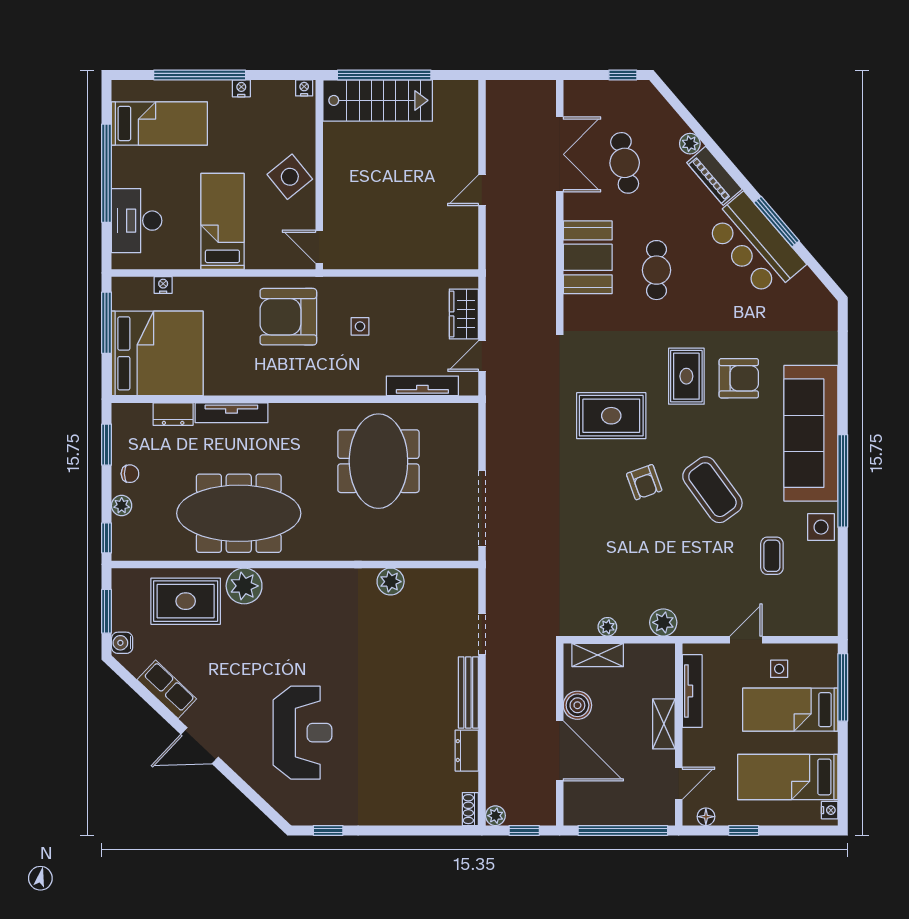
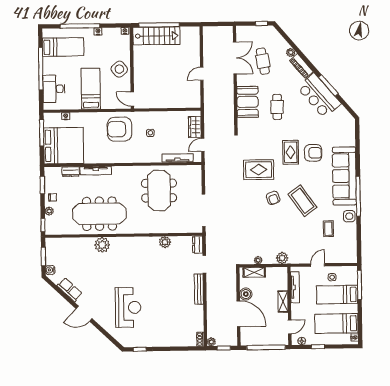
rug: (186, 601) -> (77, 252), removed
dresser: (467, 751) -> (198, 245), moved

